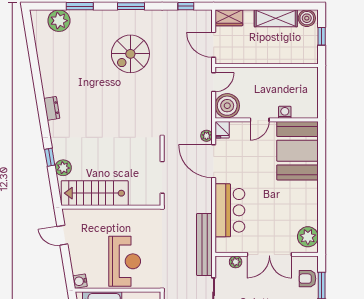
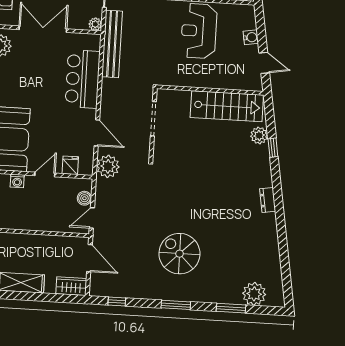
spiral stairs: (130, 54) -> (179, 254), turned -90
boiler: (227, 106) -> (84, 198), width x0.54, depth x0.54
fridge: (222, 130) -> (70, 165), moved
plant: (206, 136) -> (108, 166), width x1.87, depth x1.87
door: (214, 161) -> (97, 133), width x0.73
plant: (236, 262) -> (95, 24), moved
water cooler: (80, 281) -> (251, 37), moved

